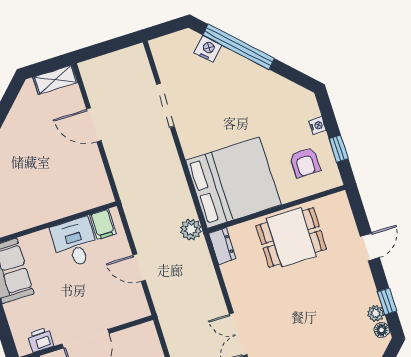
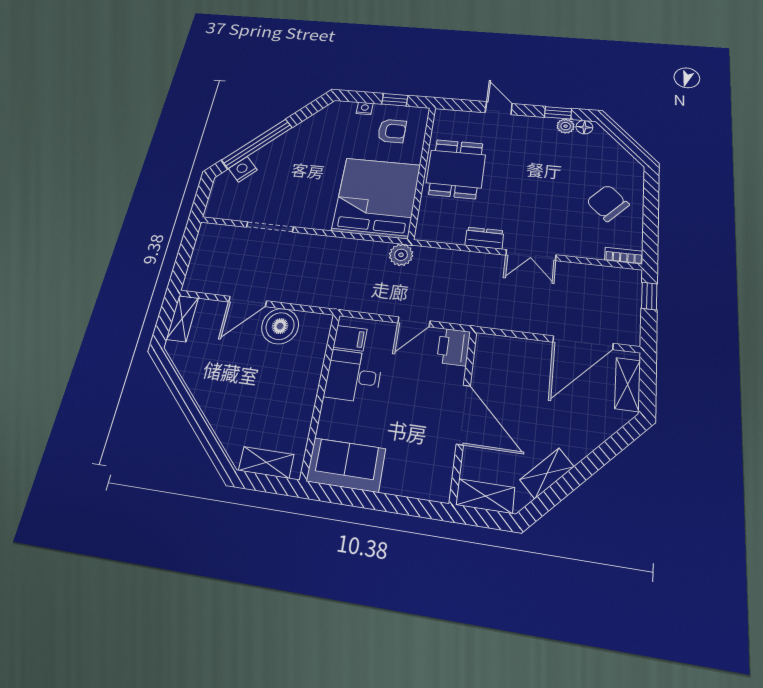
boiler: (86, 163) -> (280, 326), added
dresser: (222, 246) -> (484, 238), moved
printer: (40, 340) -> (453, 347), moved, width x1.36, depth x1.24

